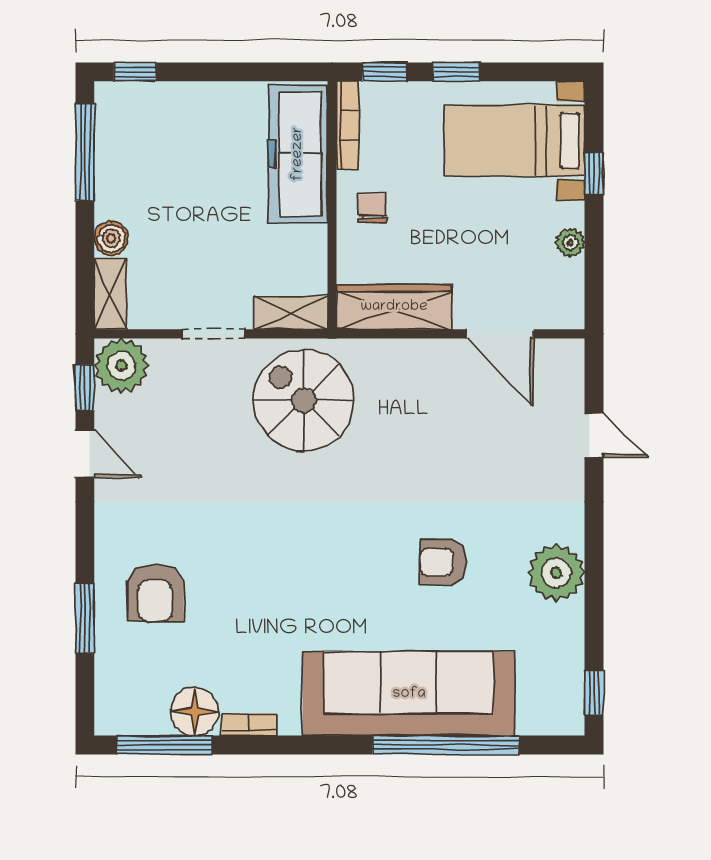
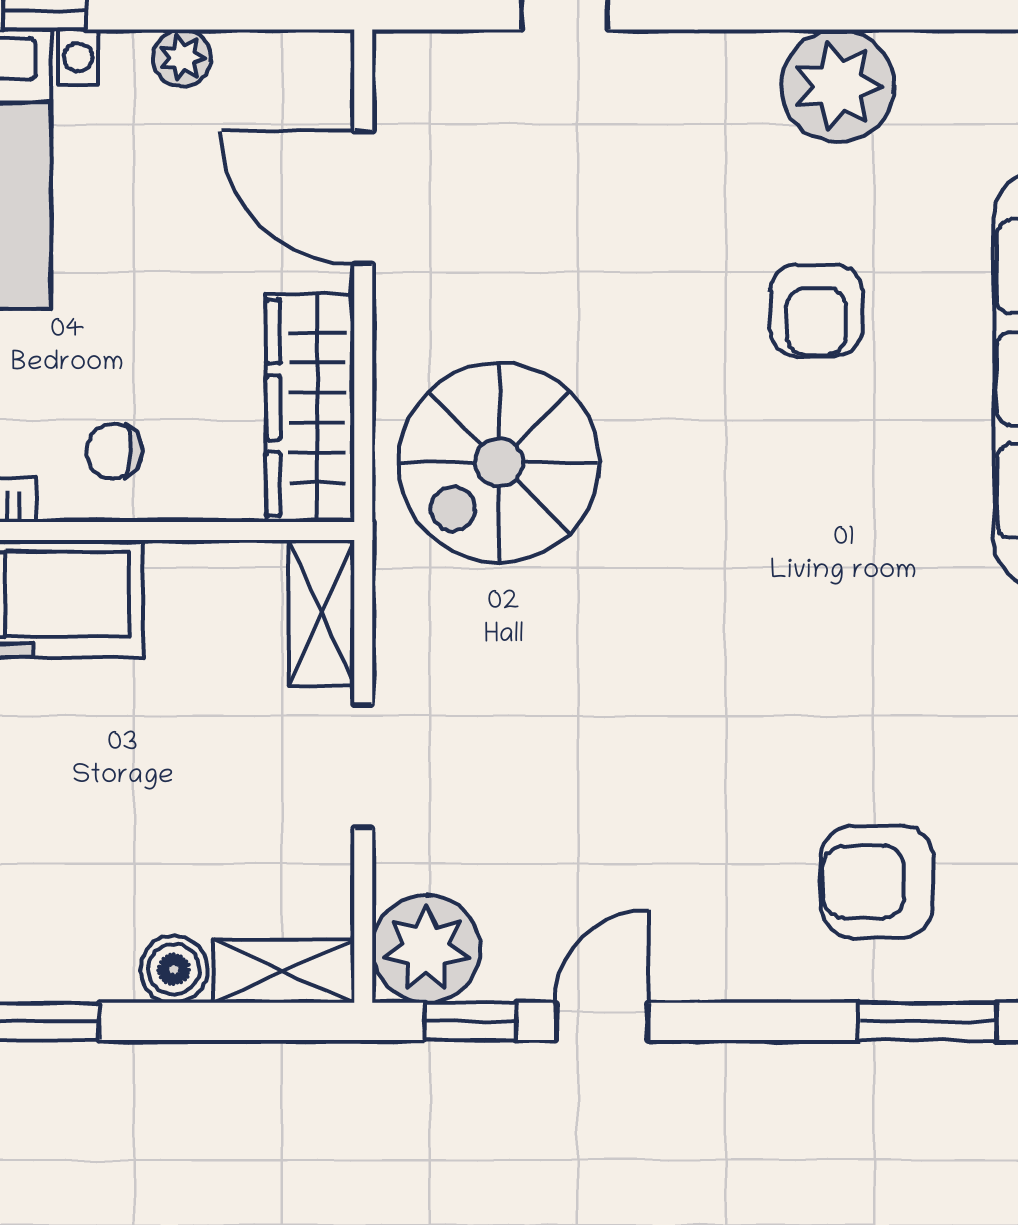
door: (500, 334) -> (363, 198), swing flipped
spiral stairs: (304, 400) -> (499, 463), moved
armchair: (155, 593) -> (877, 882), turned 180

